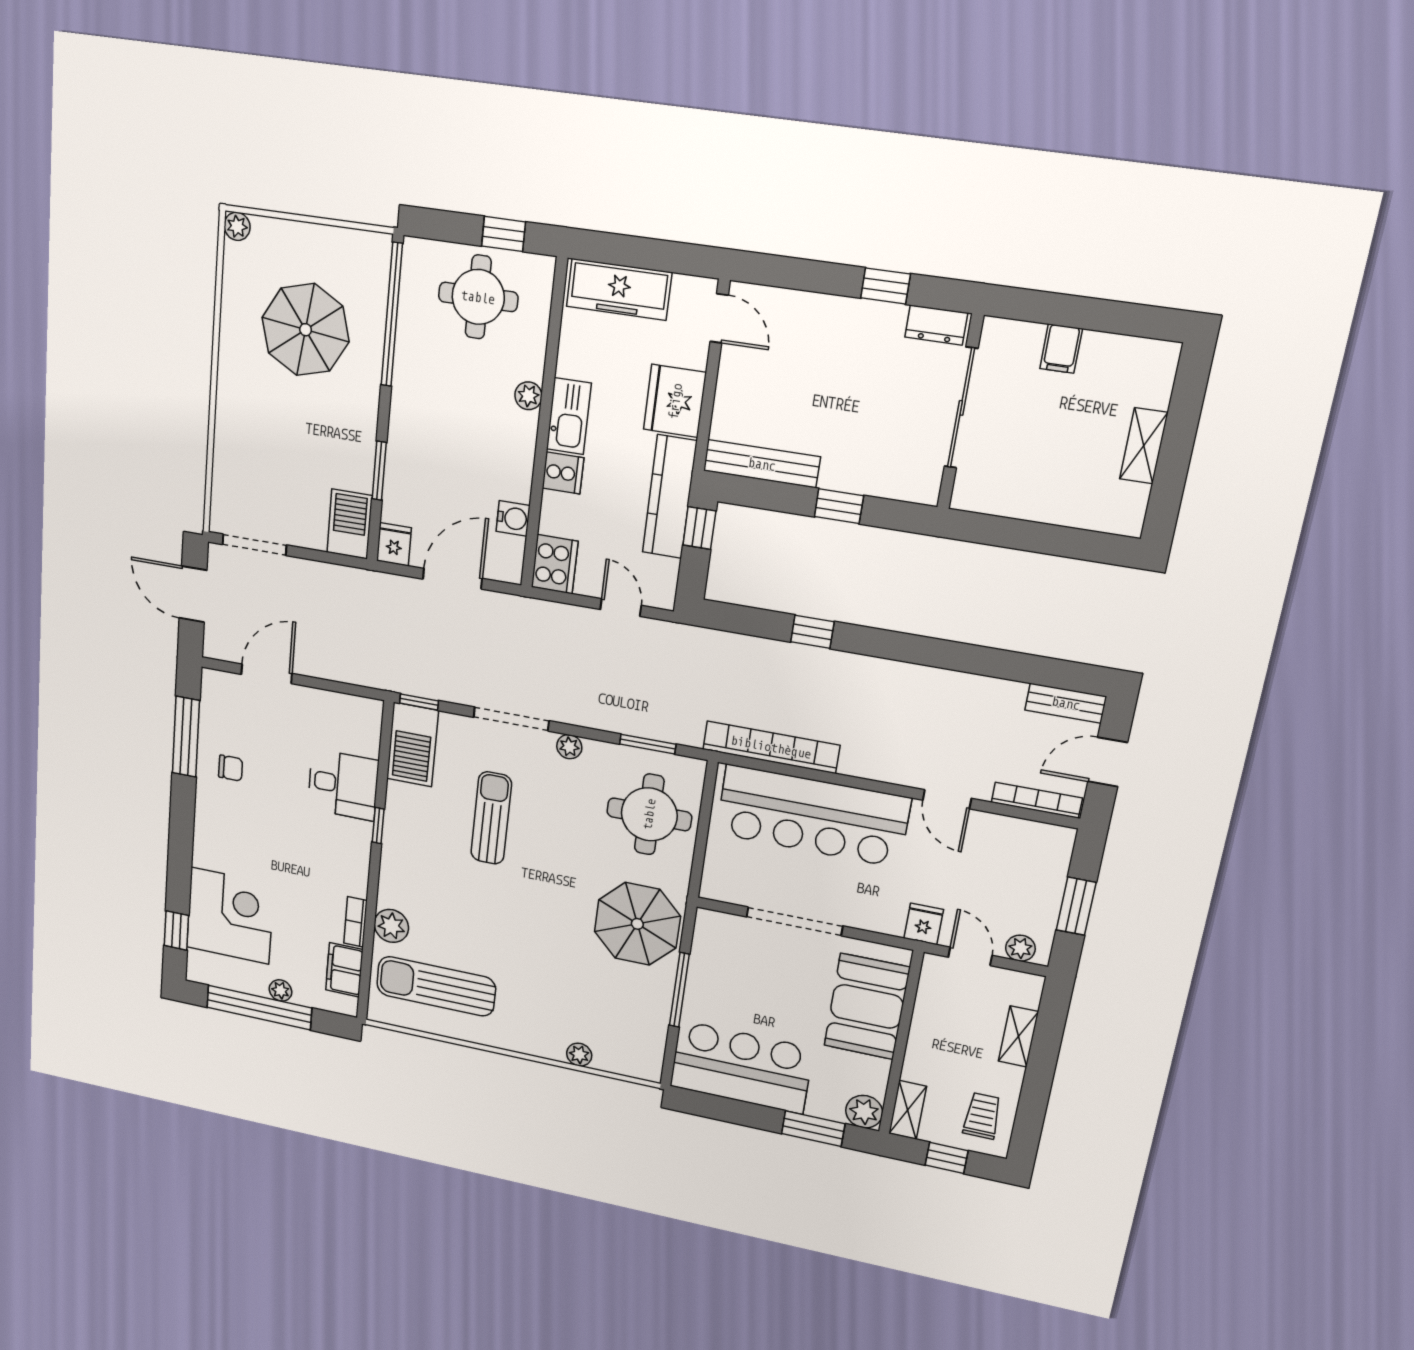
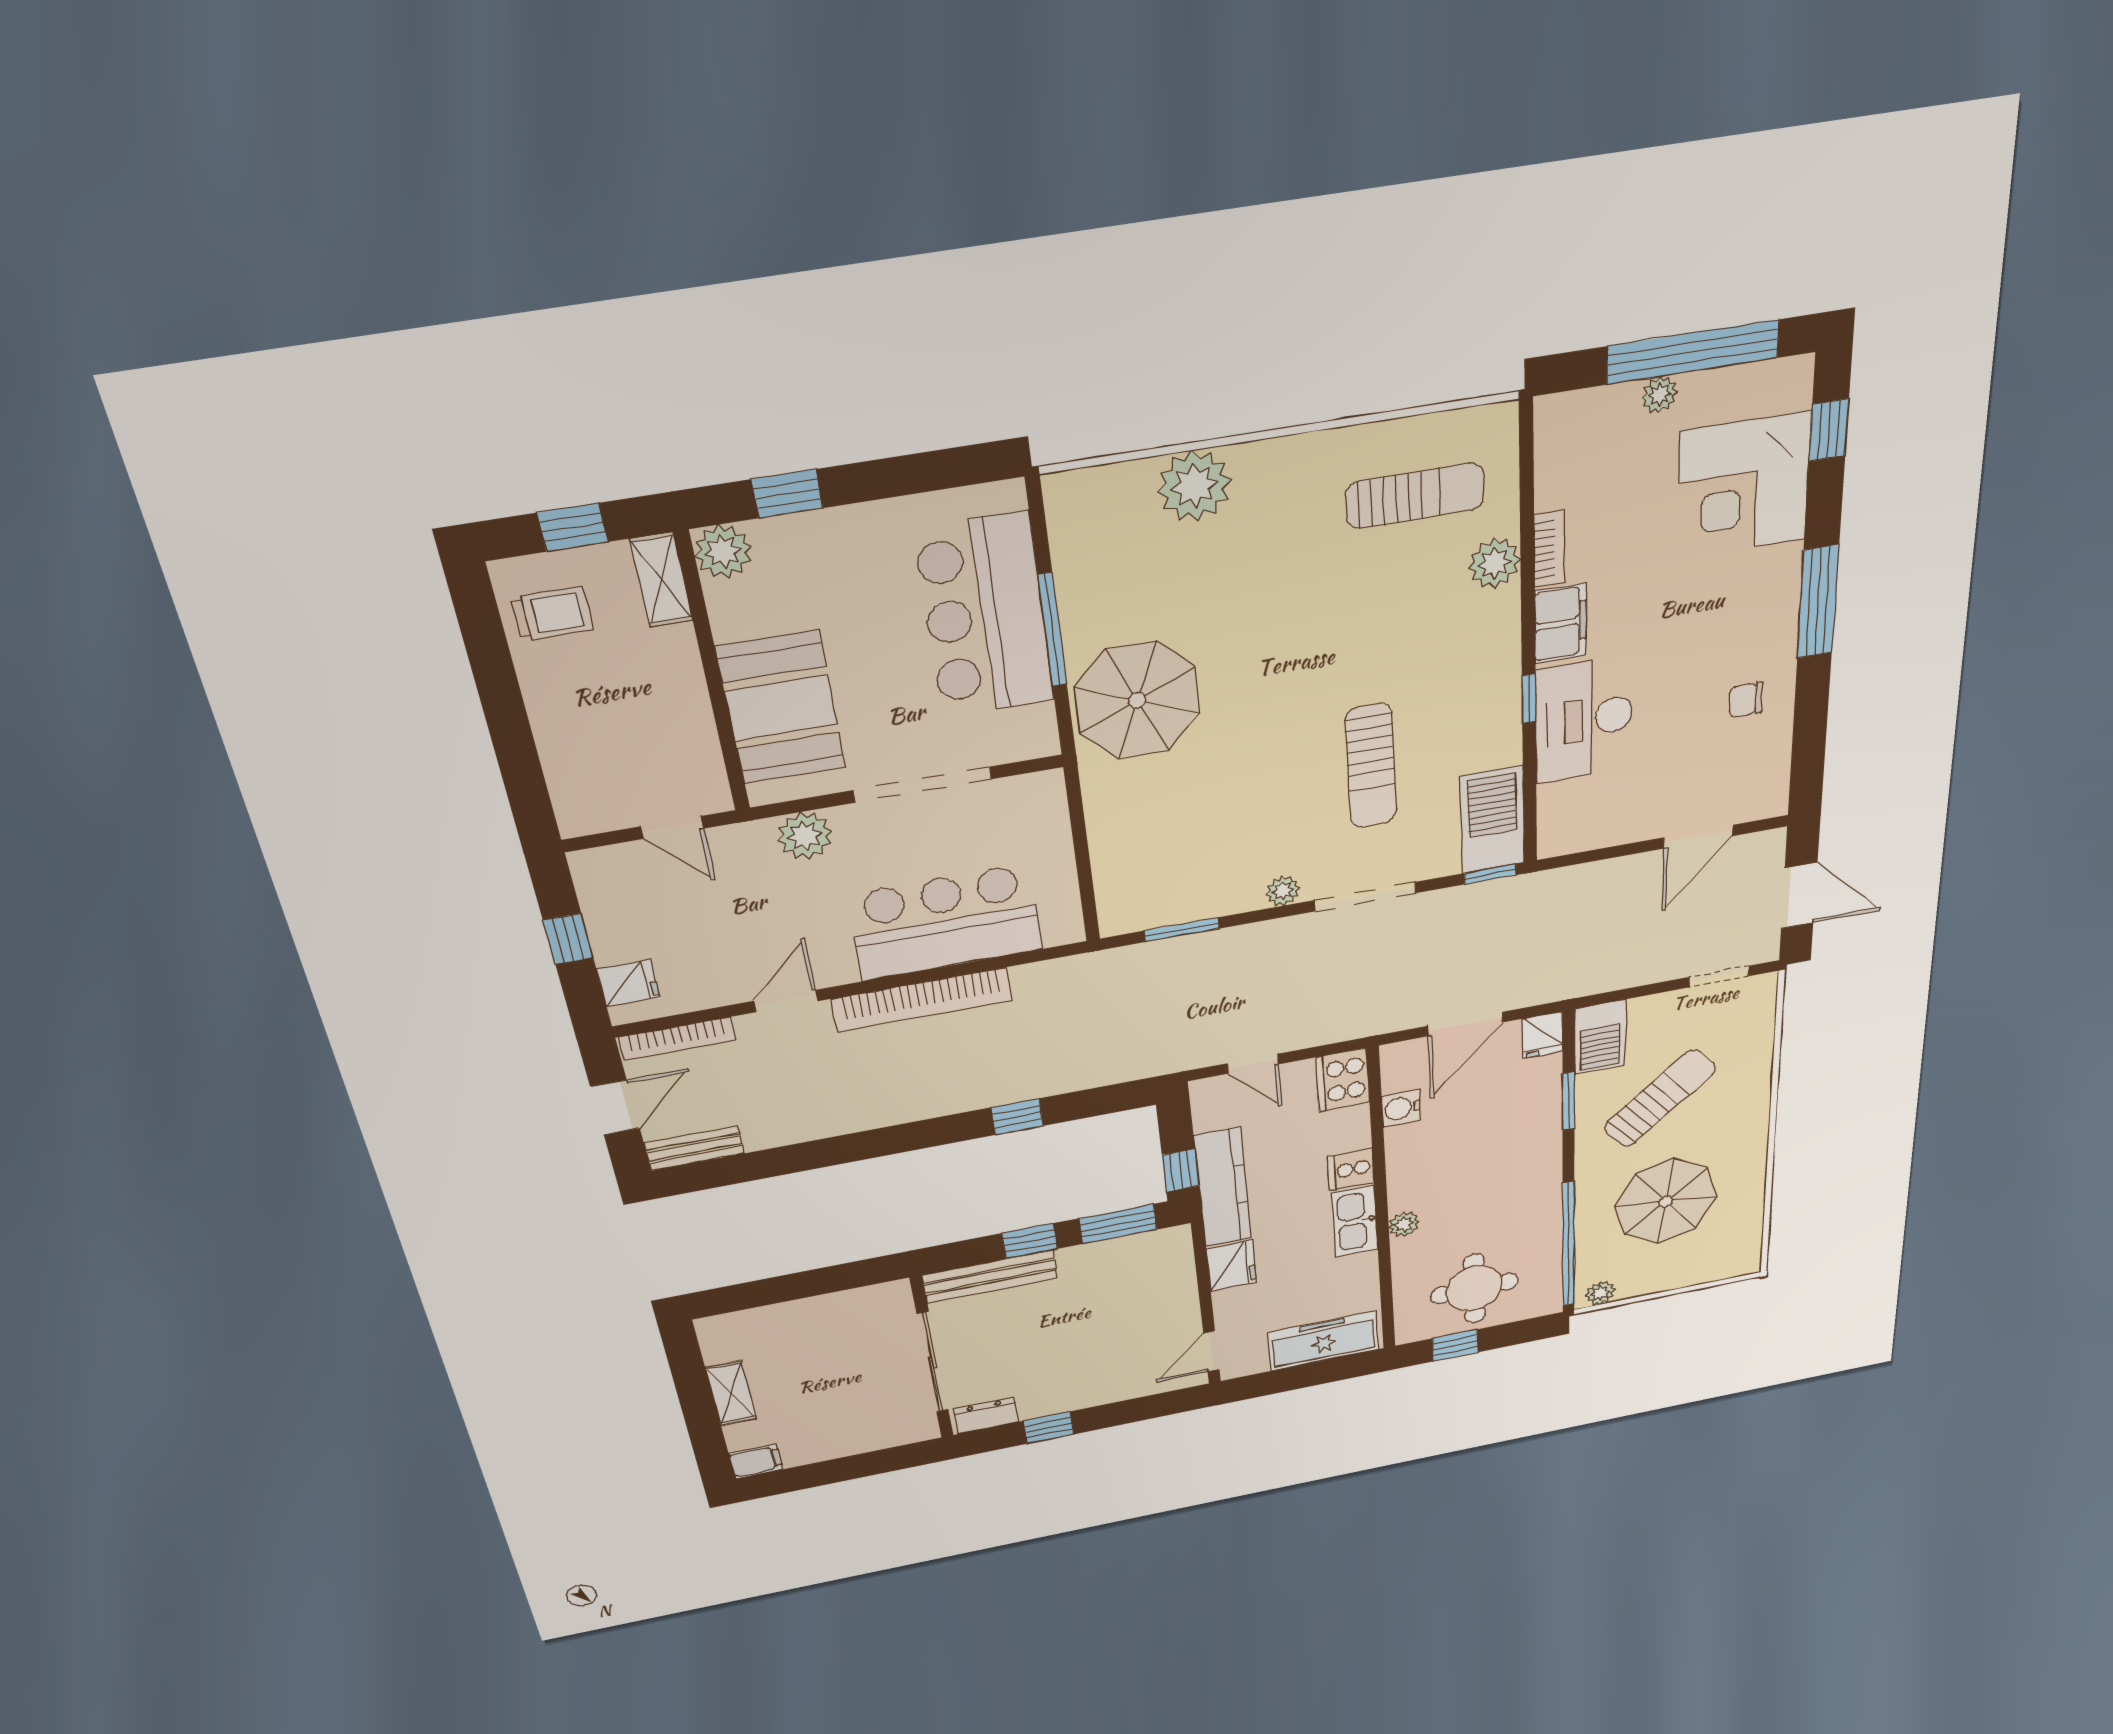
plant: (237, 226) -> (1600, 1293), moved
door: (719, 318) -> (1211, 1351), hinge flipped
filing cabinet: (1061, 349) -> (756, 1461), moved, turned 90
fridge: (675, 401) -> (1231, 1265), width x0.73, depth x0.75
sun lounger: (305, 444) -> (1660, 1098), added
bench: (762, 464) -> (990, 1277), moved
window: (763, 494) -> (1118, 1224), added
doorway: (254, 545) -> (1719, 977), width x0.73
window: (186, 737) -> (1818, 602), moved
bookcase: (771, 747) -> (922, 999), moved
desk: (343, 785) -> (1584, 720), width x1.37
door: (947, 799) -> (786, 1001), hinge flipped
round table: (649, 814) -> (1158, 848), removed
bar counter: (813, 816) -> (945, 922), width x0.73
window: (1076, 906) -> (568, 939), width x0.67
fridge: (924, 924) -> (629, 983), moved, turned -90
plant: (1020, 948) -> (805, 836), moved, width x1.38, depth x1.38
filing cabinet: (344, 970) -> (1560, 623), moved
sun lounger: (436, 986) -> (1415, 496), width x0.73, depth x0.75
shelving: (1018, 1036) -> (558, 747), removed
plant: (579, 1055) -> (1194, 486), width x1.88, depth x1.88
bar counter: (741, 1067) -> (985, 616), moved, turned 90
trolley: (982, 1116) -> (552, 614), turned -90
window: (813, 1129) -> (787, 494), width x0.67

